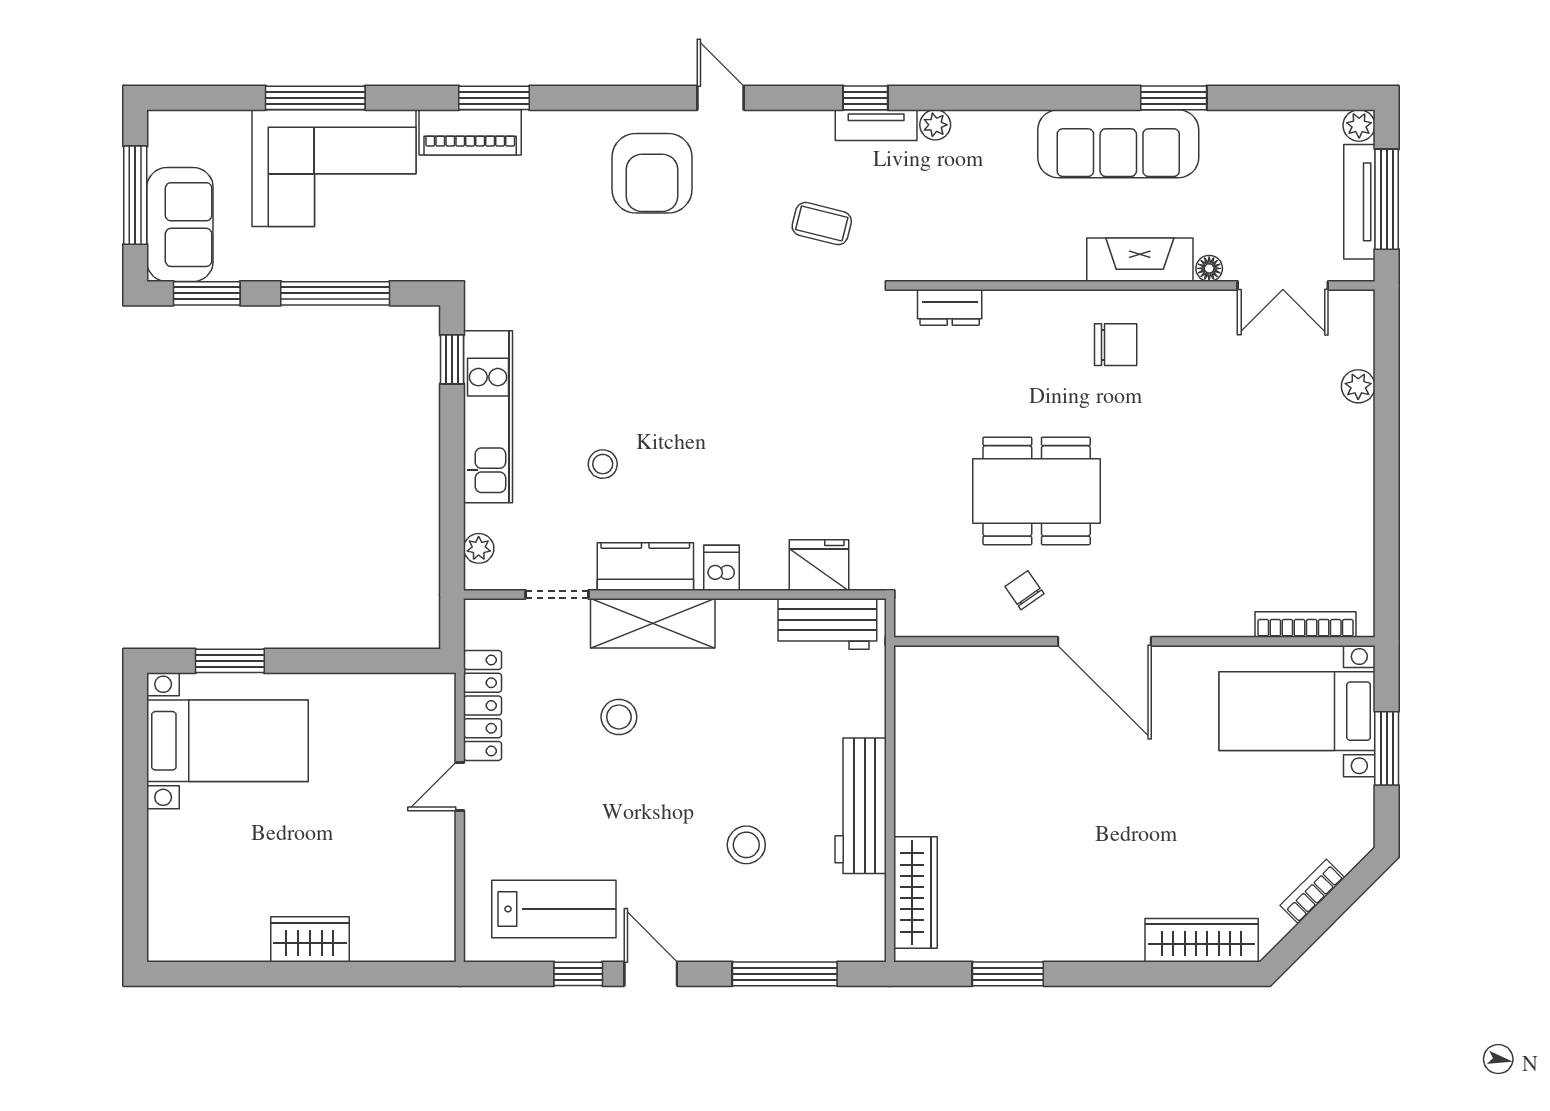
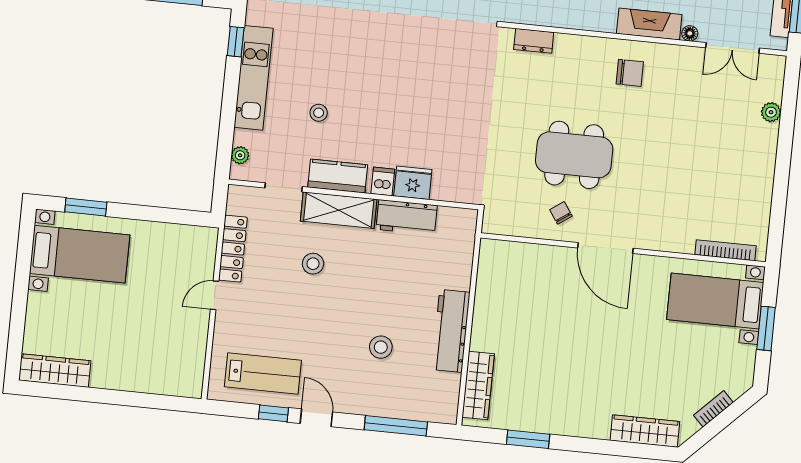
fridge: (819, 565) -> (413, 183), moved
workbench: (827, 624) -> (407, 217), moved
wardrobe: (310, 939) -> (55, 371), moved, width x1.50

